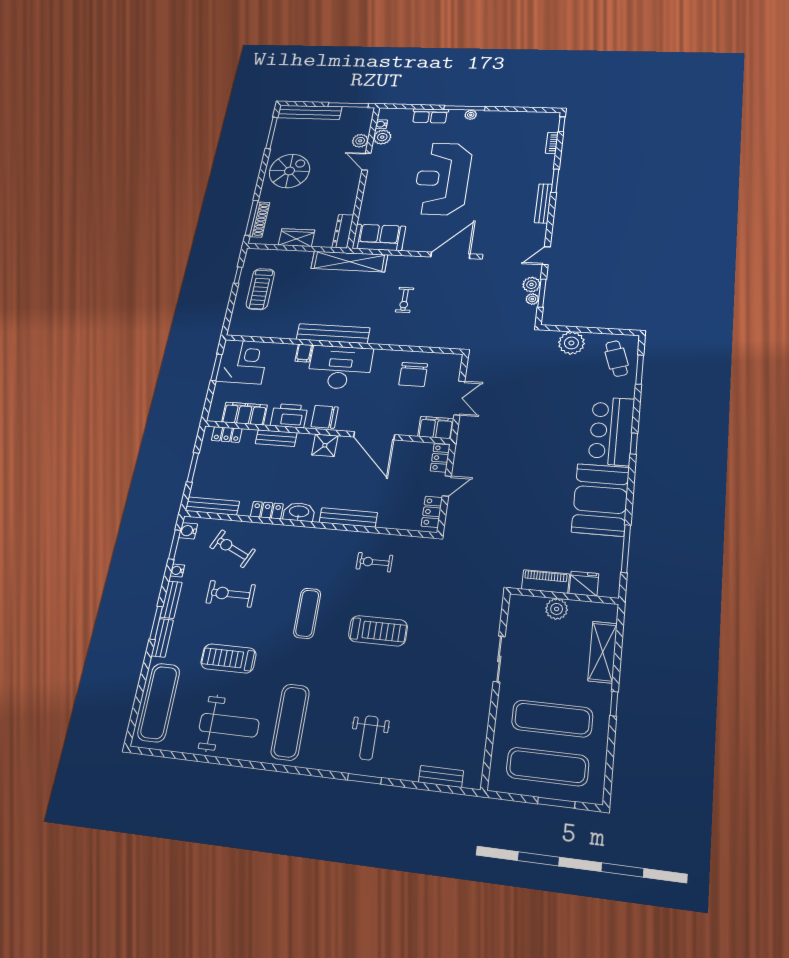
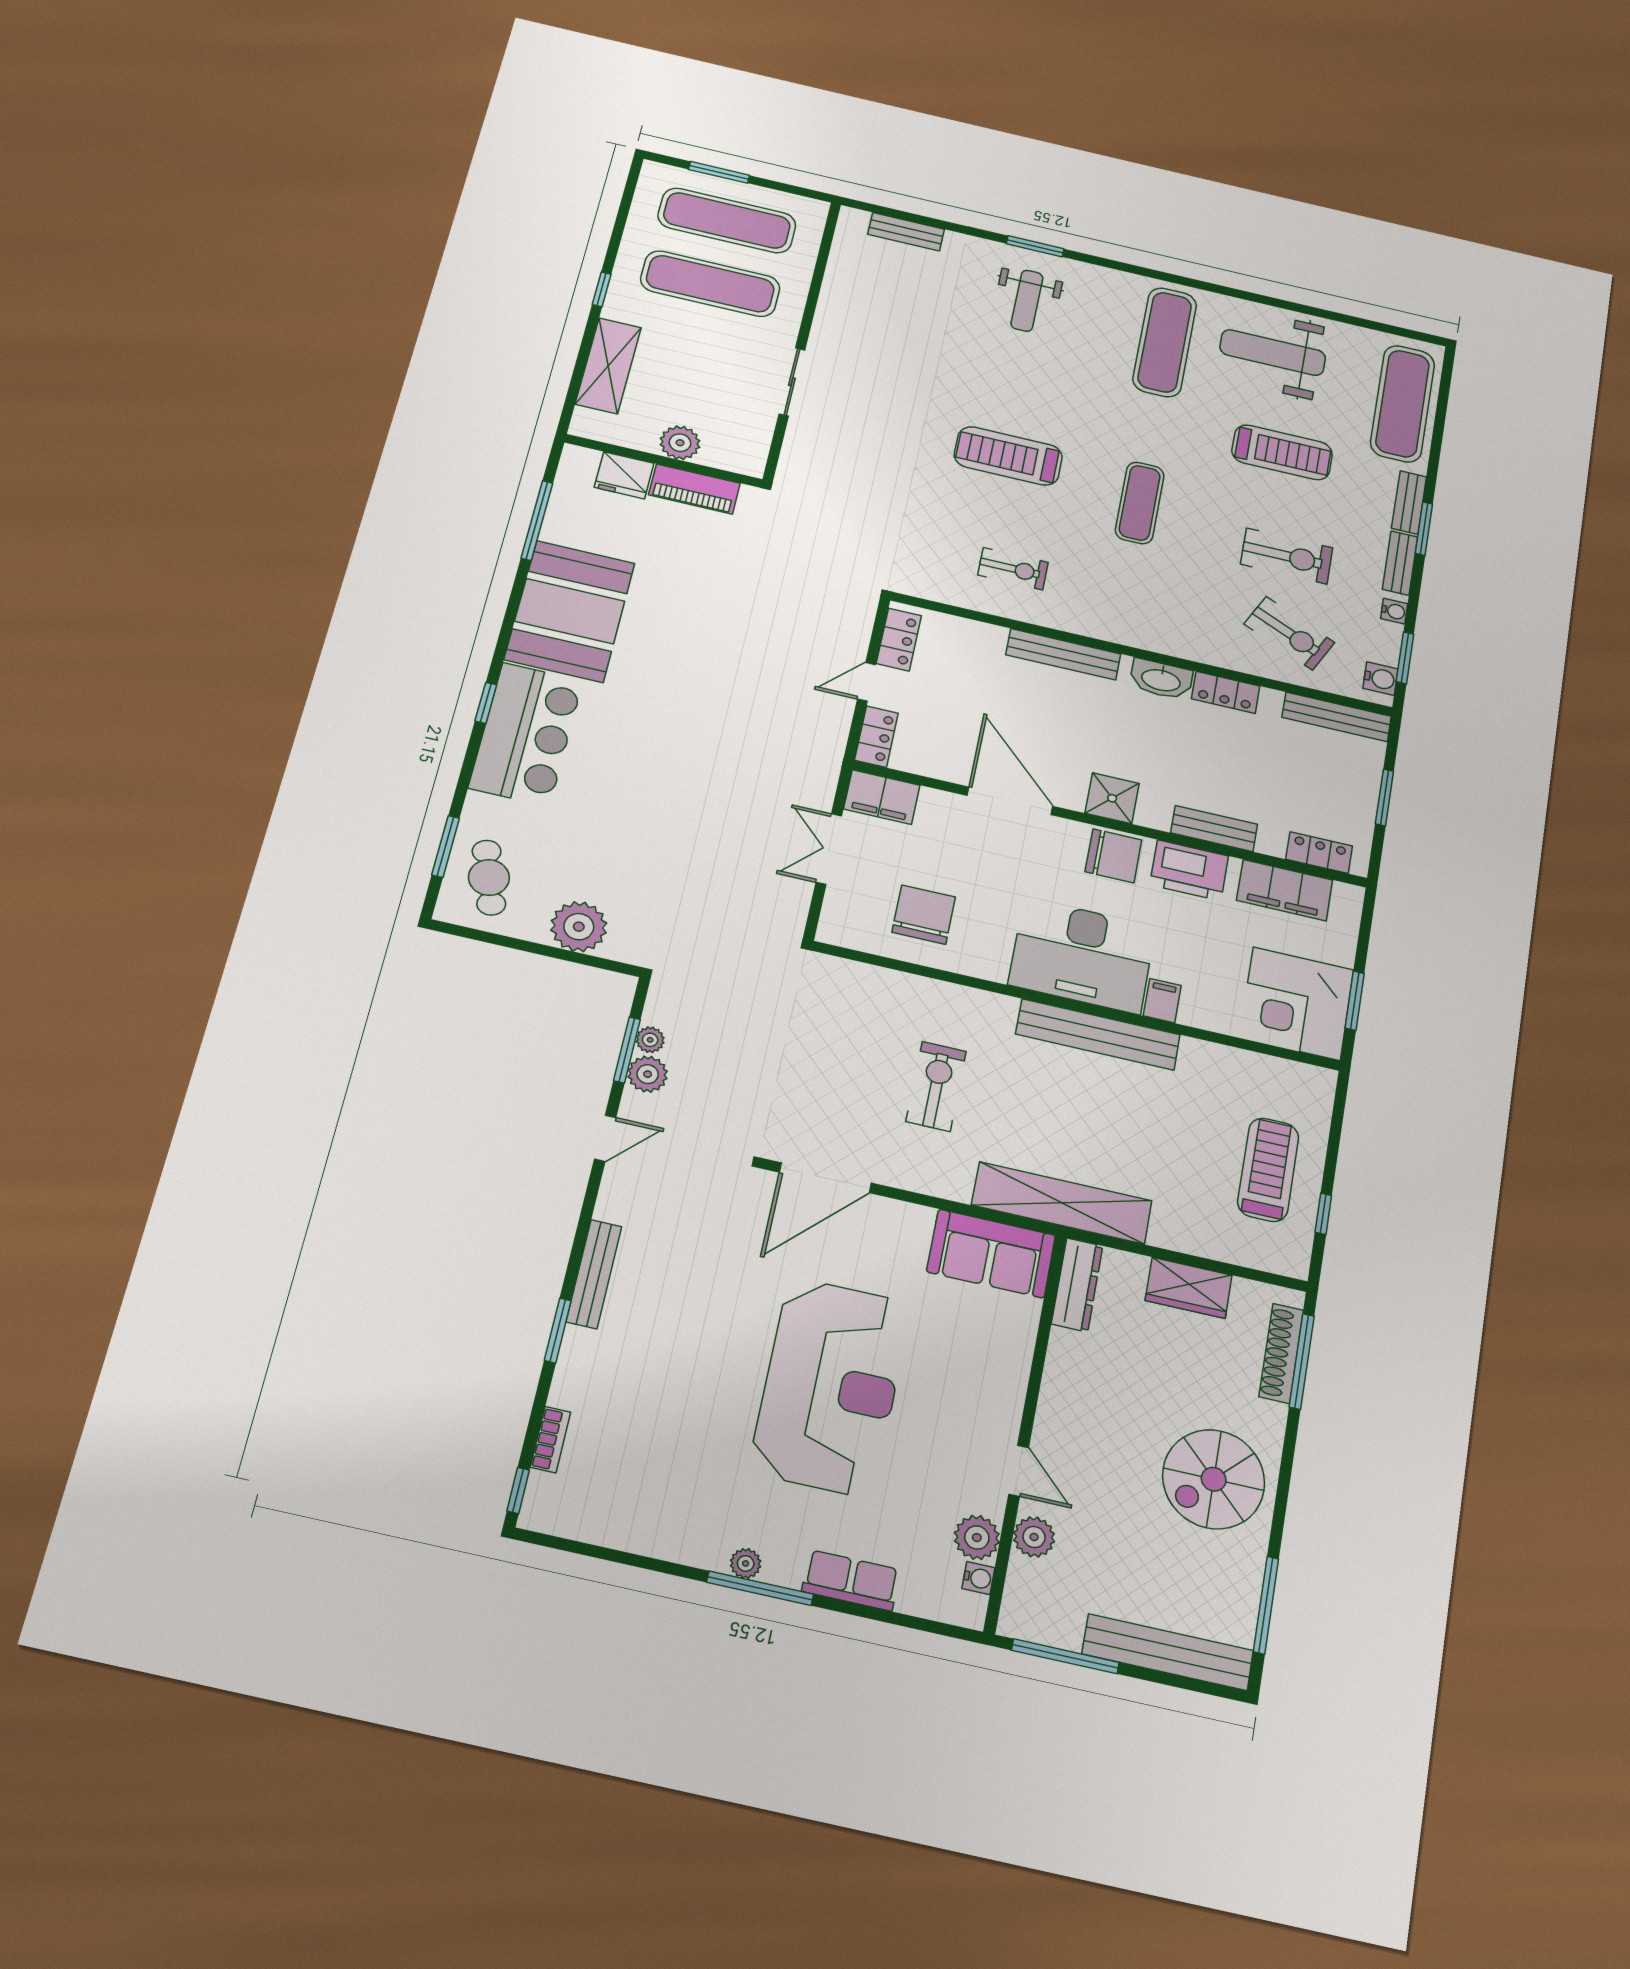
exercise bike: (404, 300) -> (936, 1086), width x1.38, depth x1.39
weight bench: (369, 738) -> (1027, 301), turned 180

